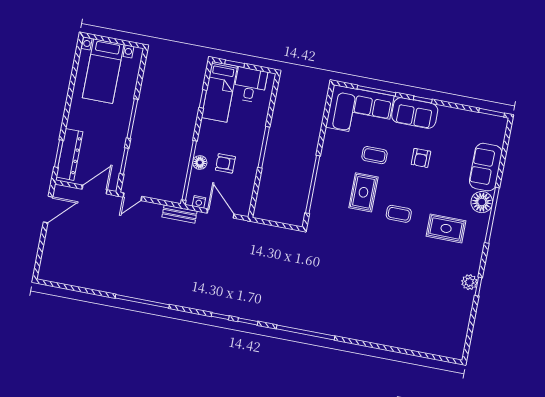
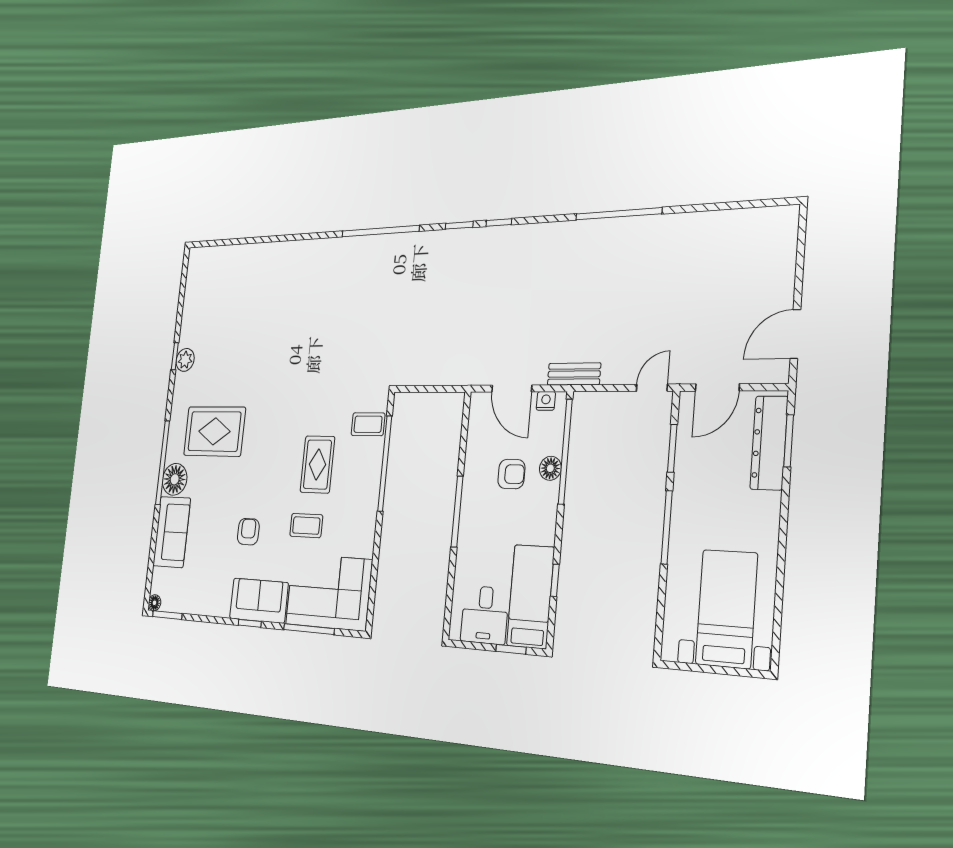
floor lamp: (502, 122) -> (155, 603), added
coffee table: (399, 214) -> (368, 424), moved
rug: (446, 228) -> (214, 431), width x1.36, depth x1.43

